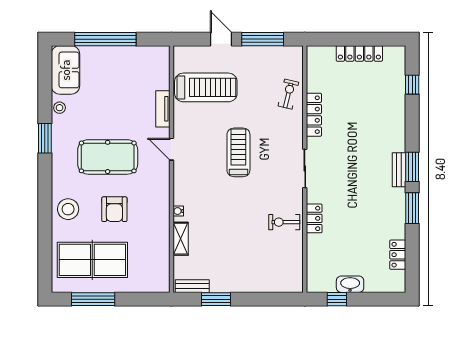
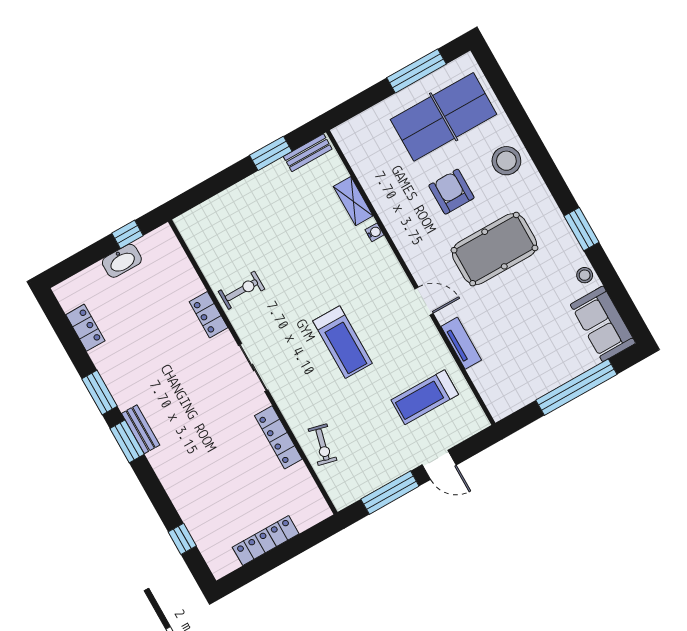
treadmill: (206, 87) -> (425, 397), width x0.73, depth x0.73

